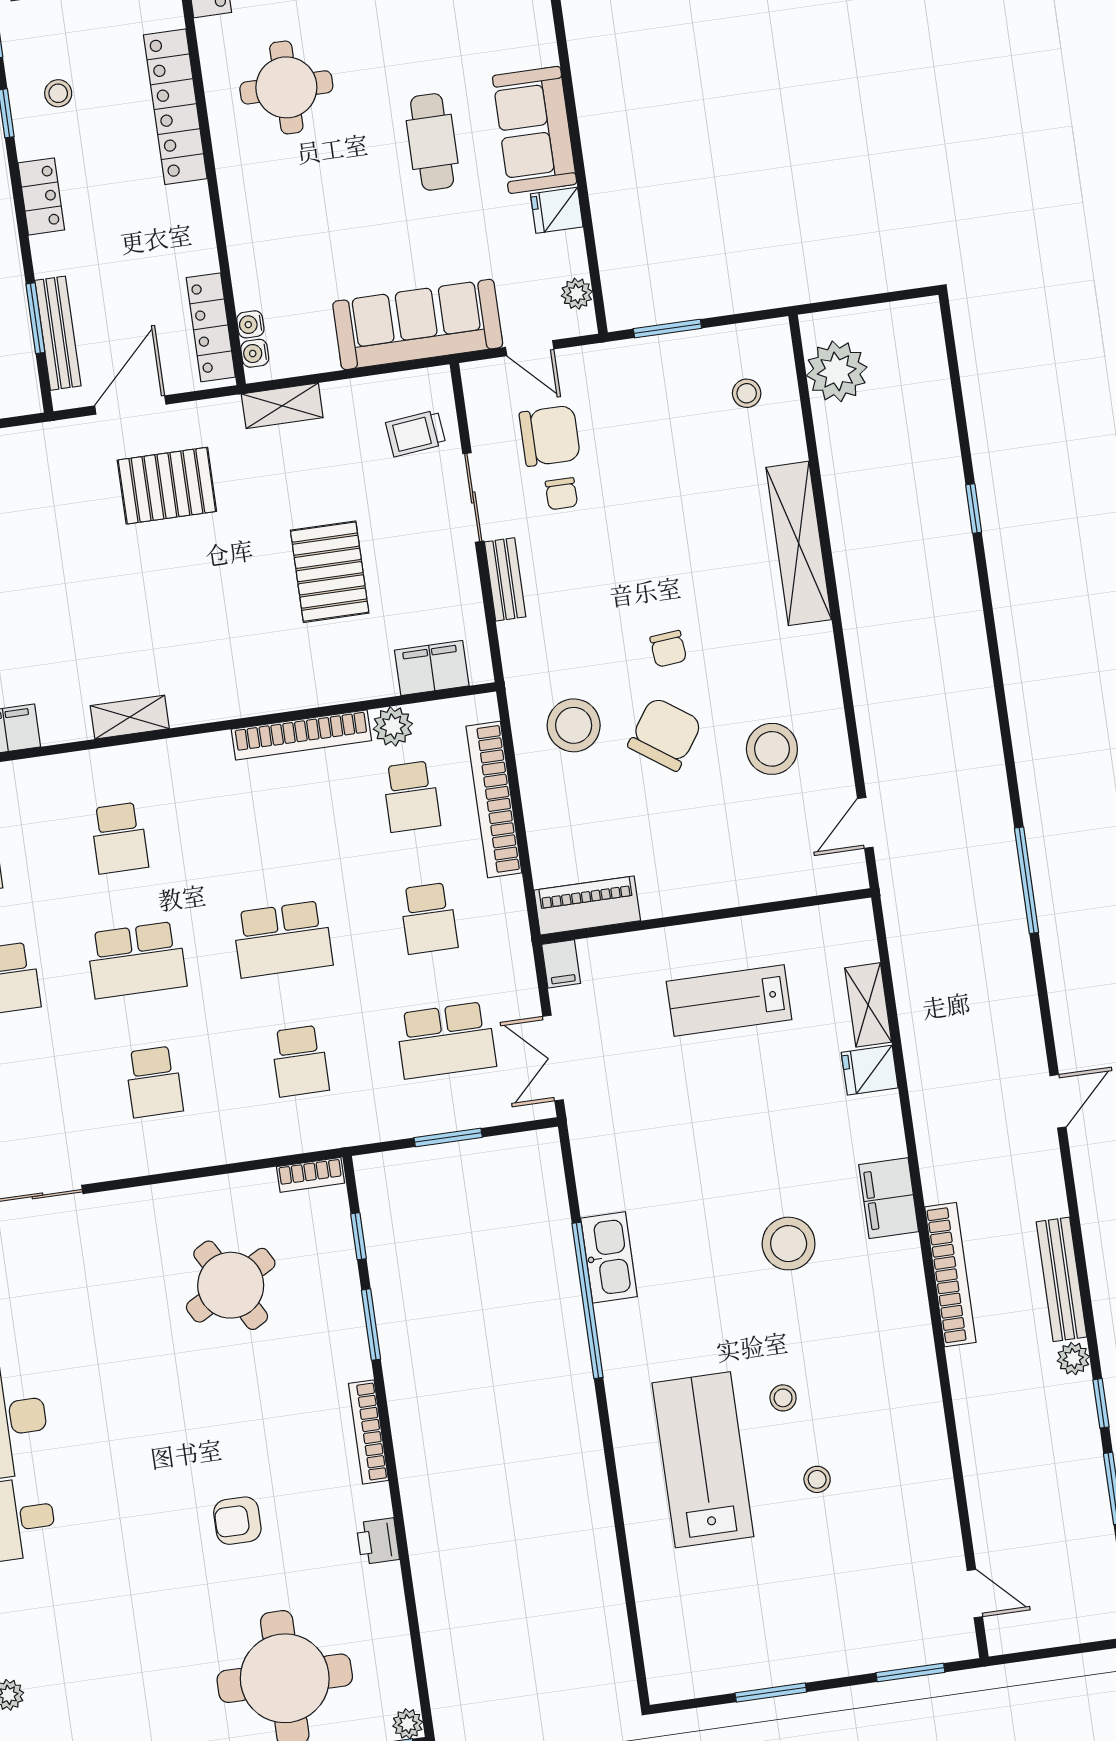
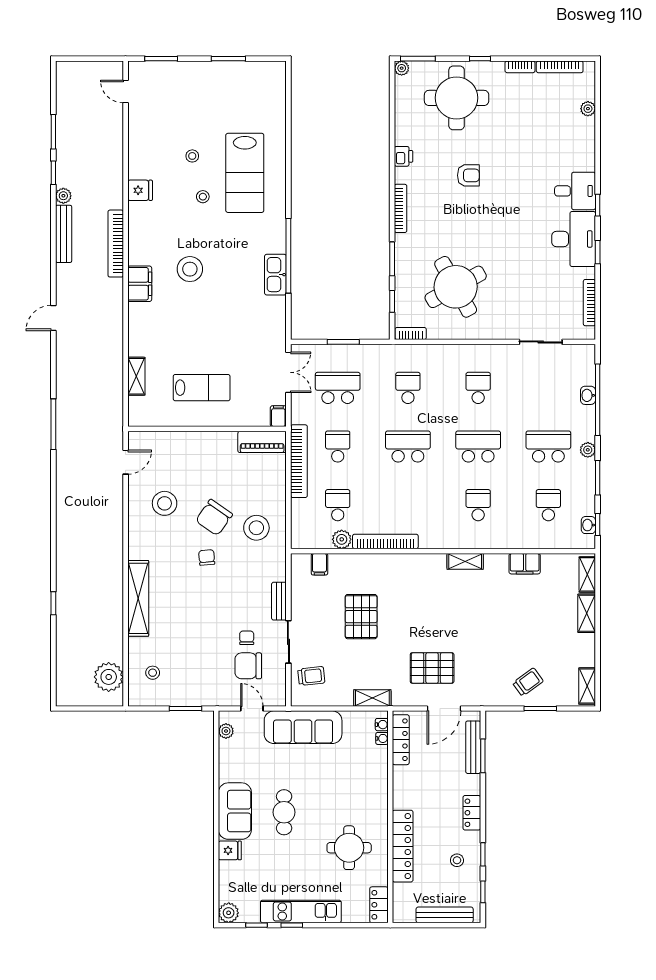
fridge: (557, 210) -> (230, 850), moved
filing cabinet: (432, 668) -> (319, 564), width x0.50
bookcase: (494, 799) -> (299, 461), moved
fridge: (870, 1070) -> (140, 190), moved
round table: (231, 1285) -> (456, 287), width x1.36, depth x1.36

